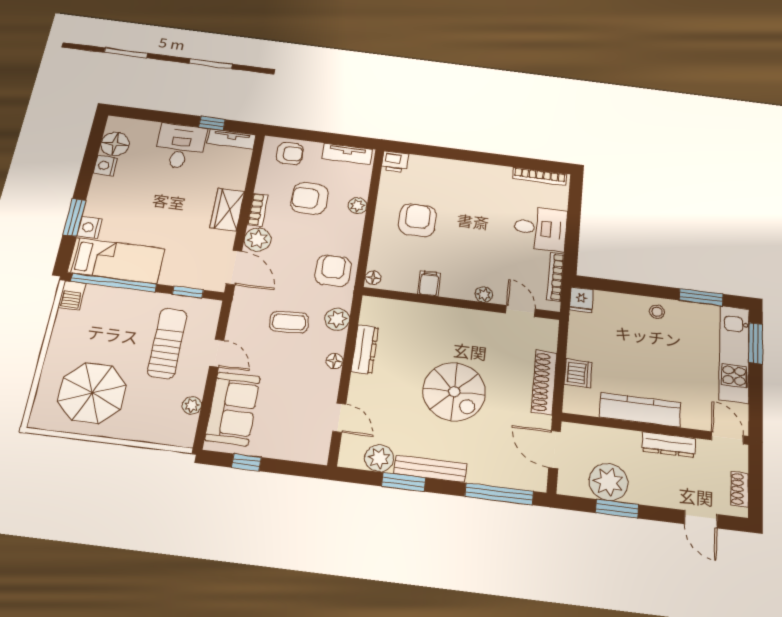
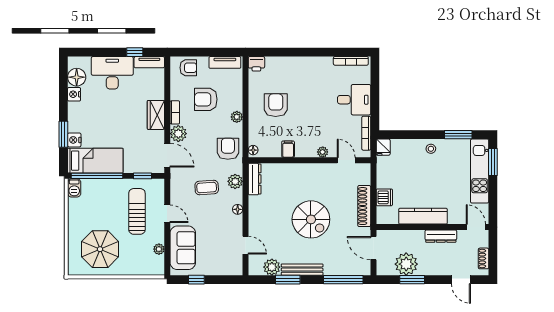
desk: (180, 146) -> (112, 73), width x1.37
plant: (358, 206) -> (237, 117), moved
dresser: (365, 349) -> (255, 179), moved

